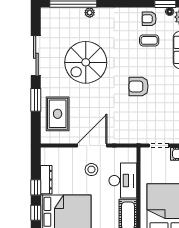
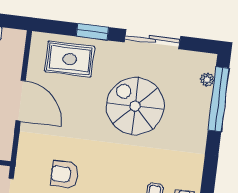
plant: (90, 13) -> (207, 80), moved
armchair: (139, 86) -> (64, 174), moved, turned -90

